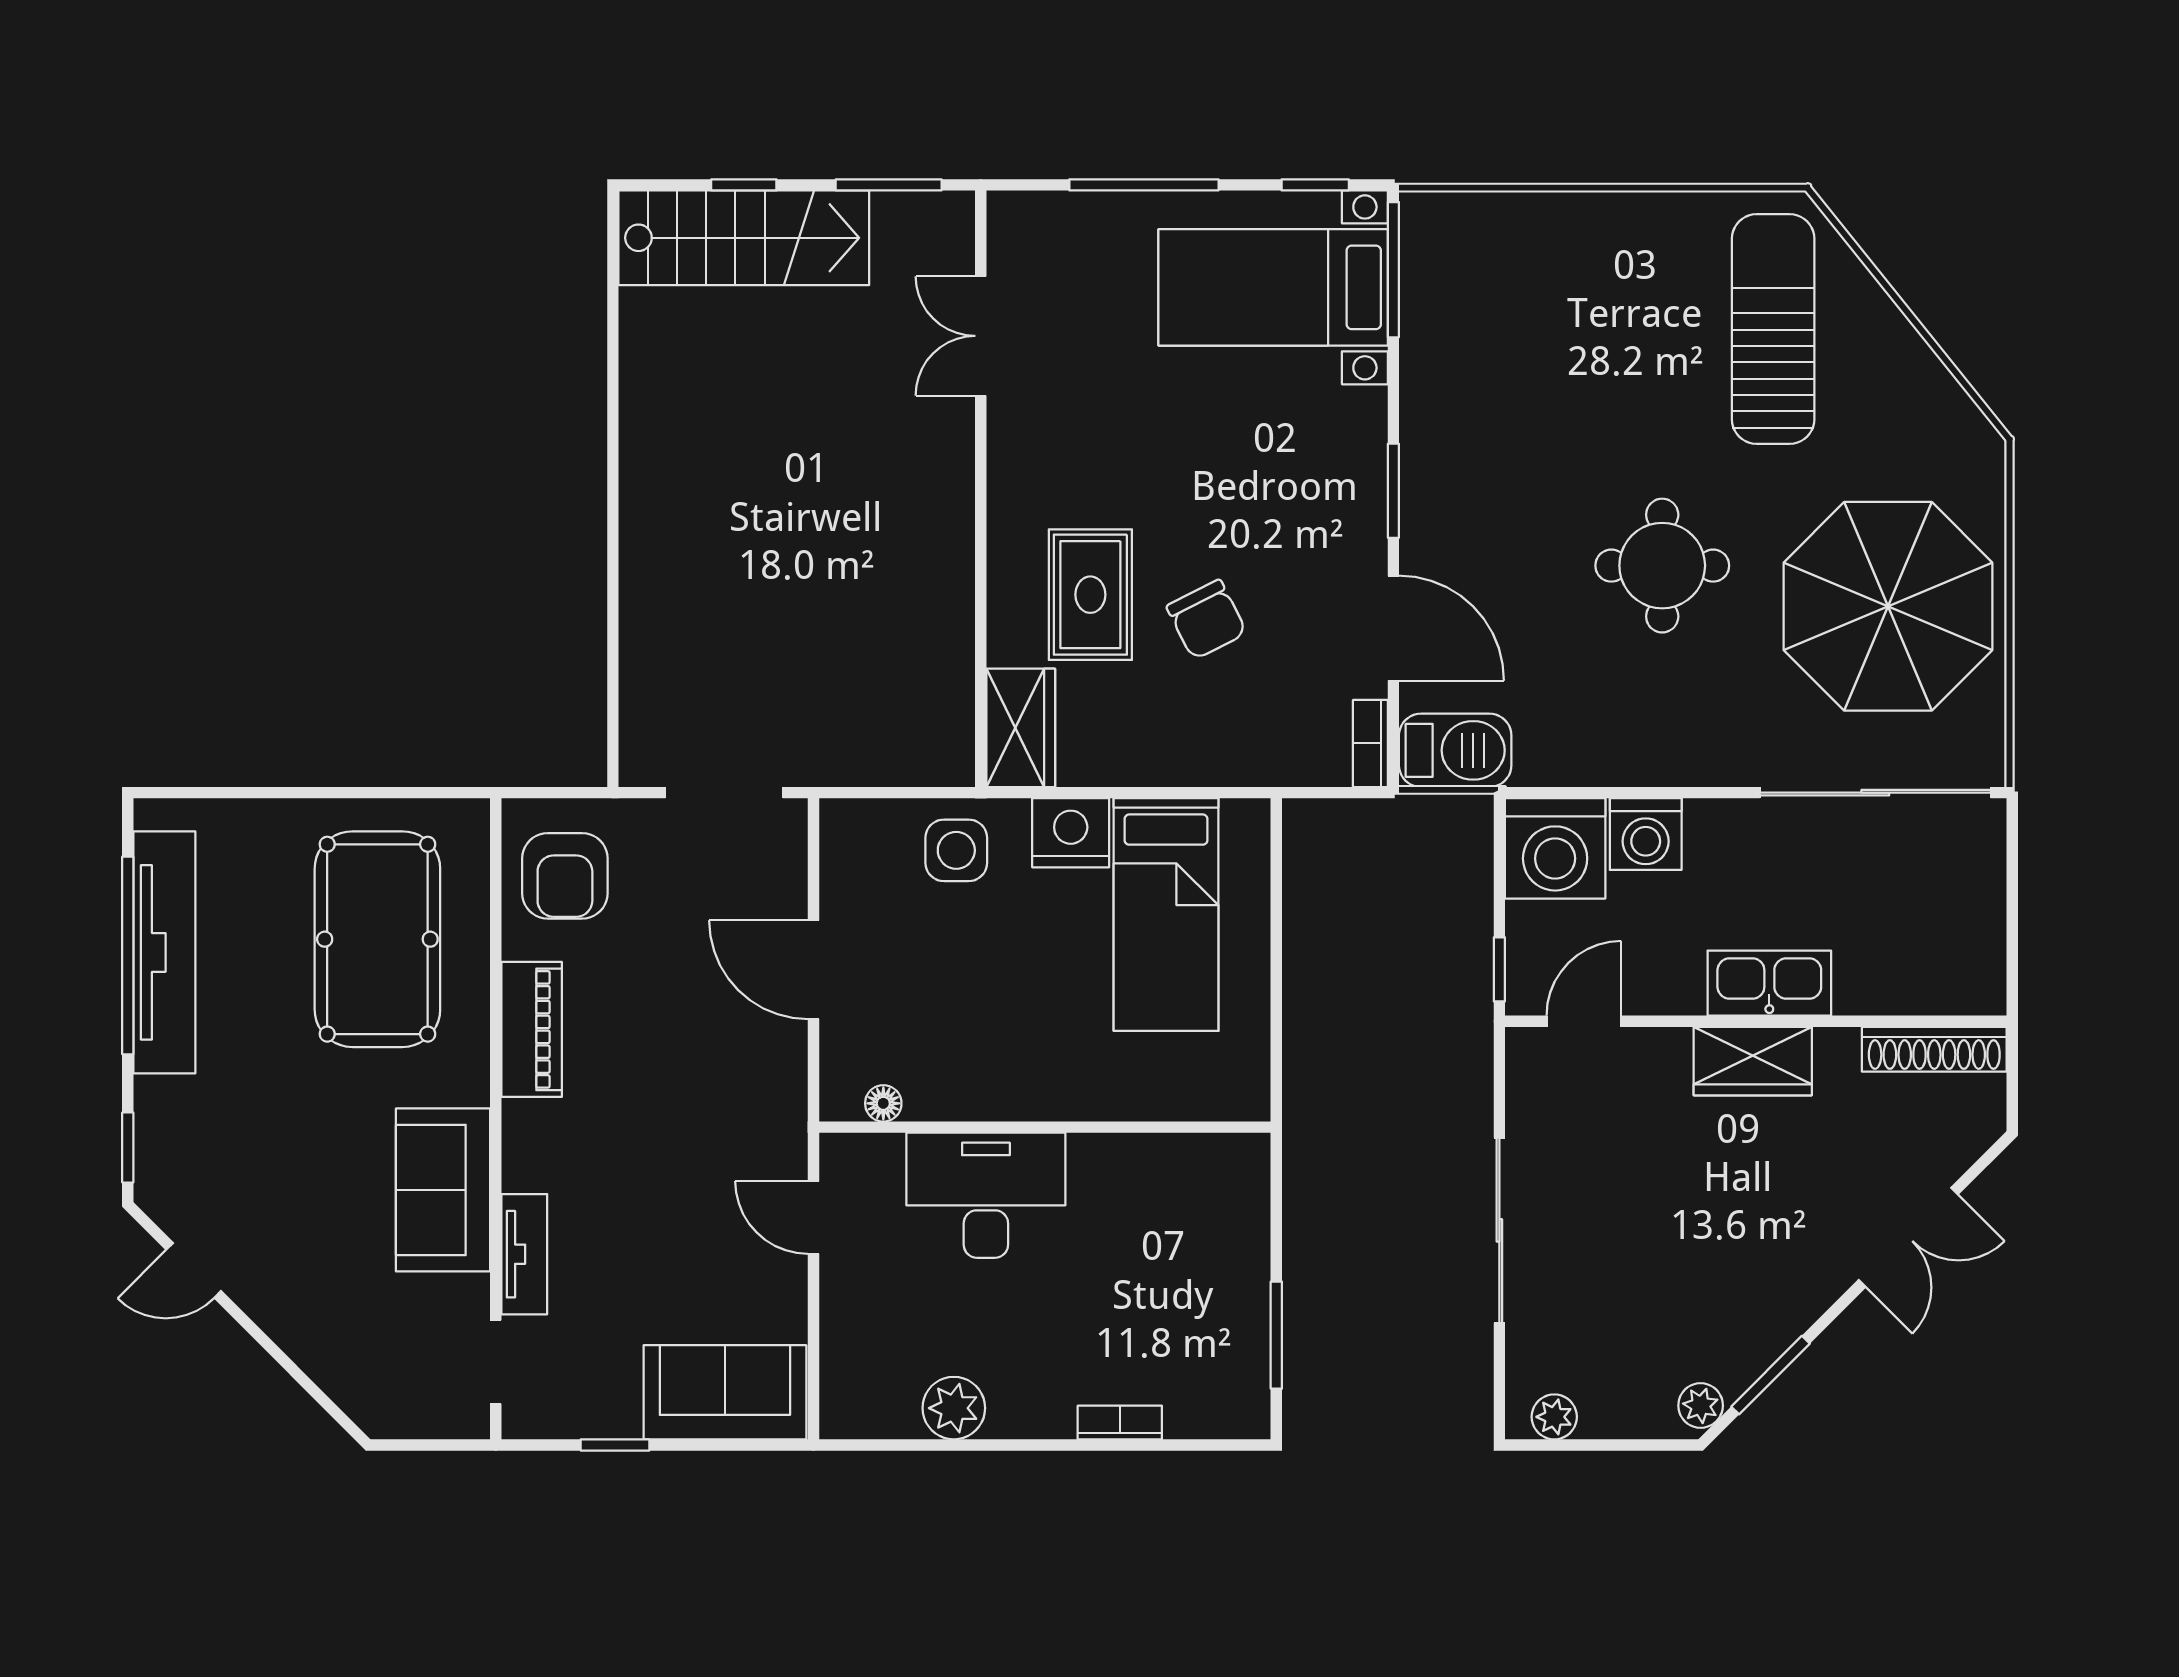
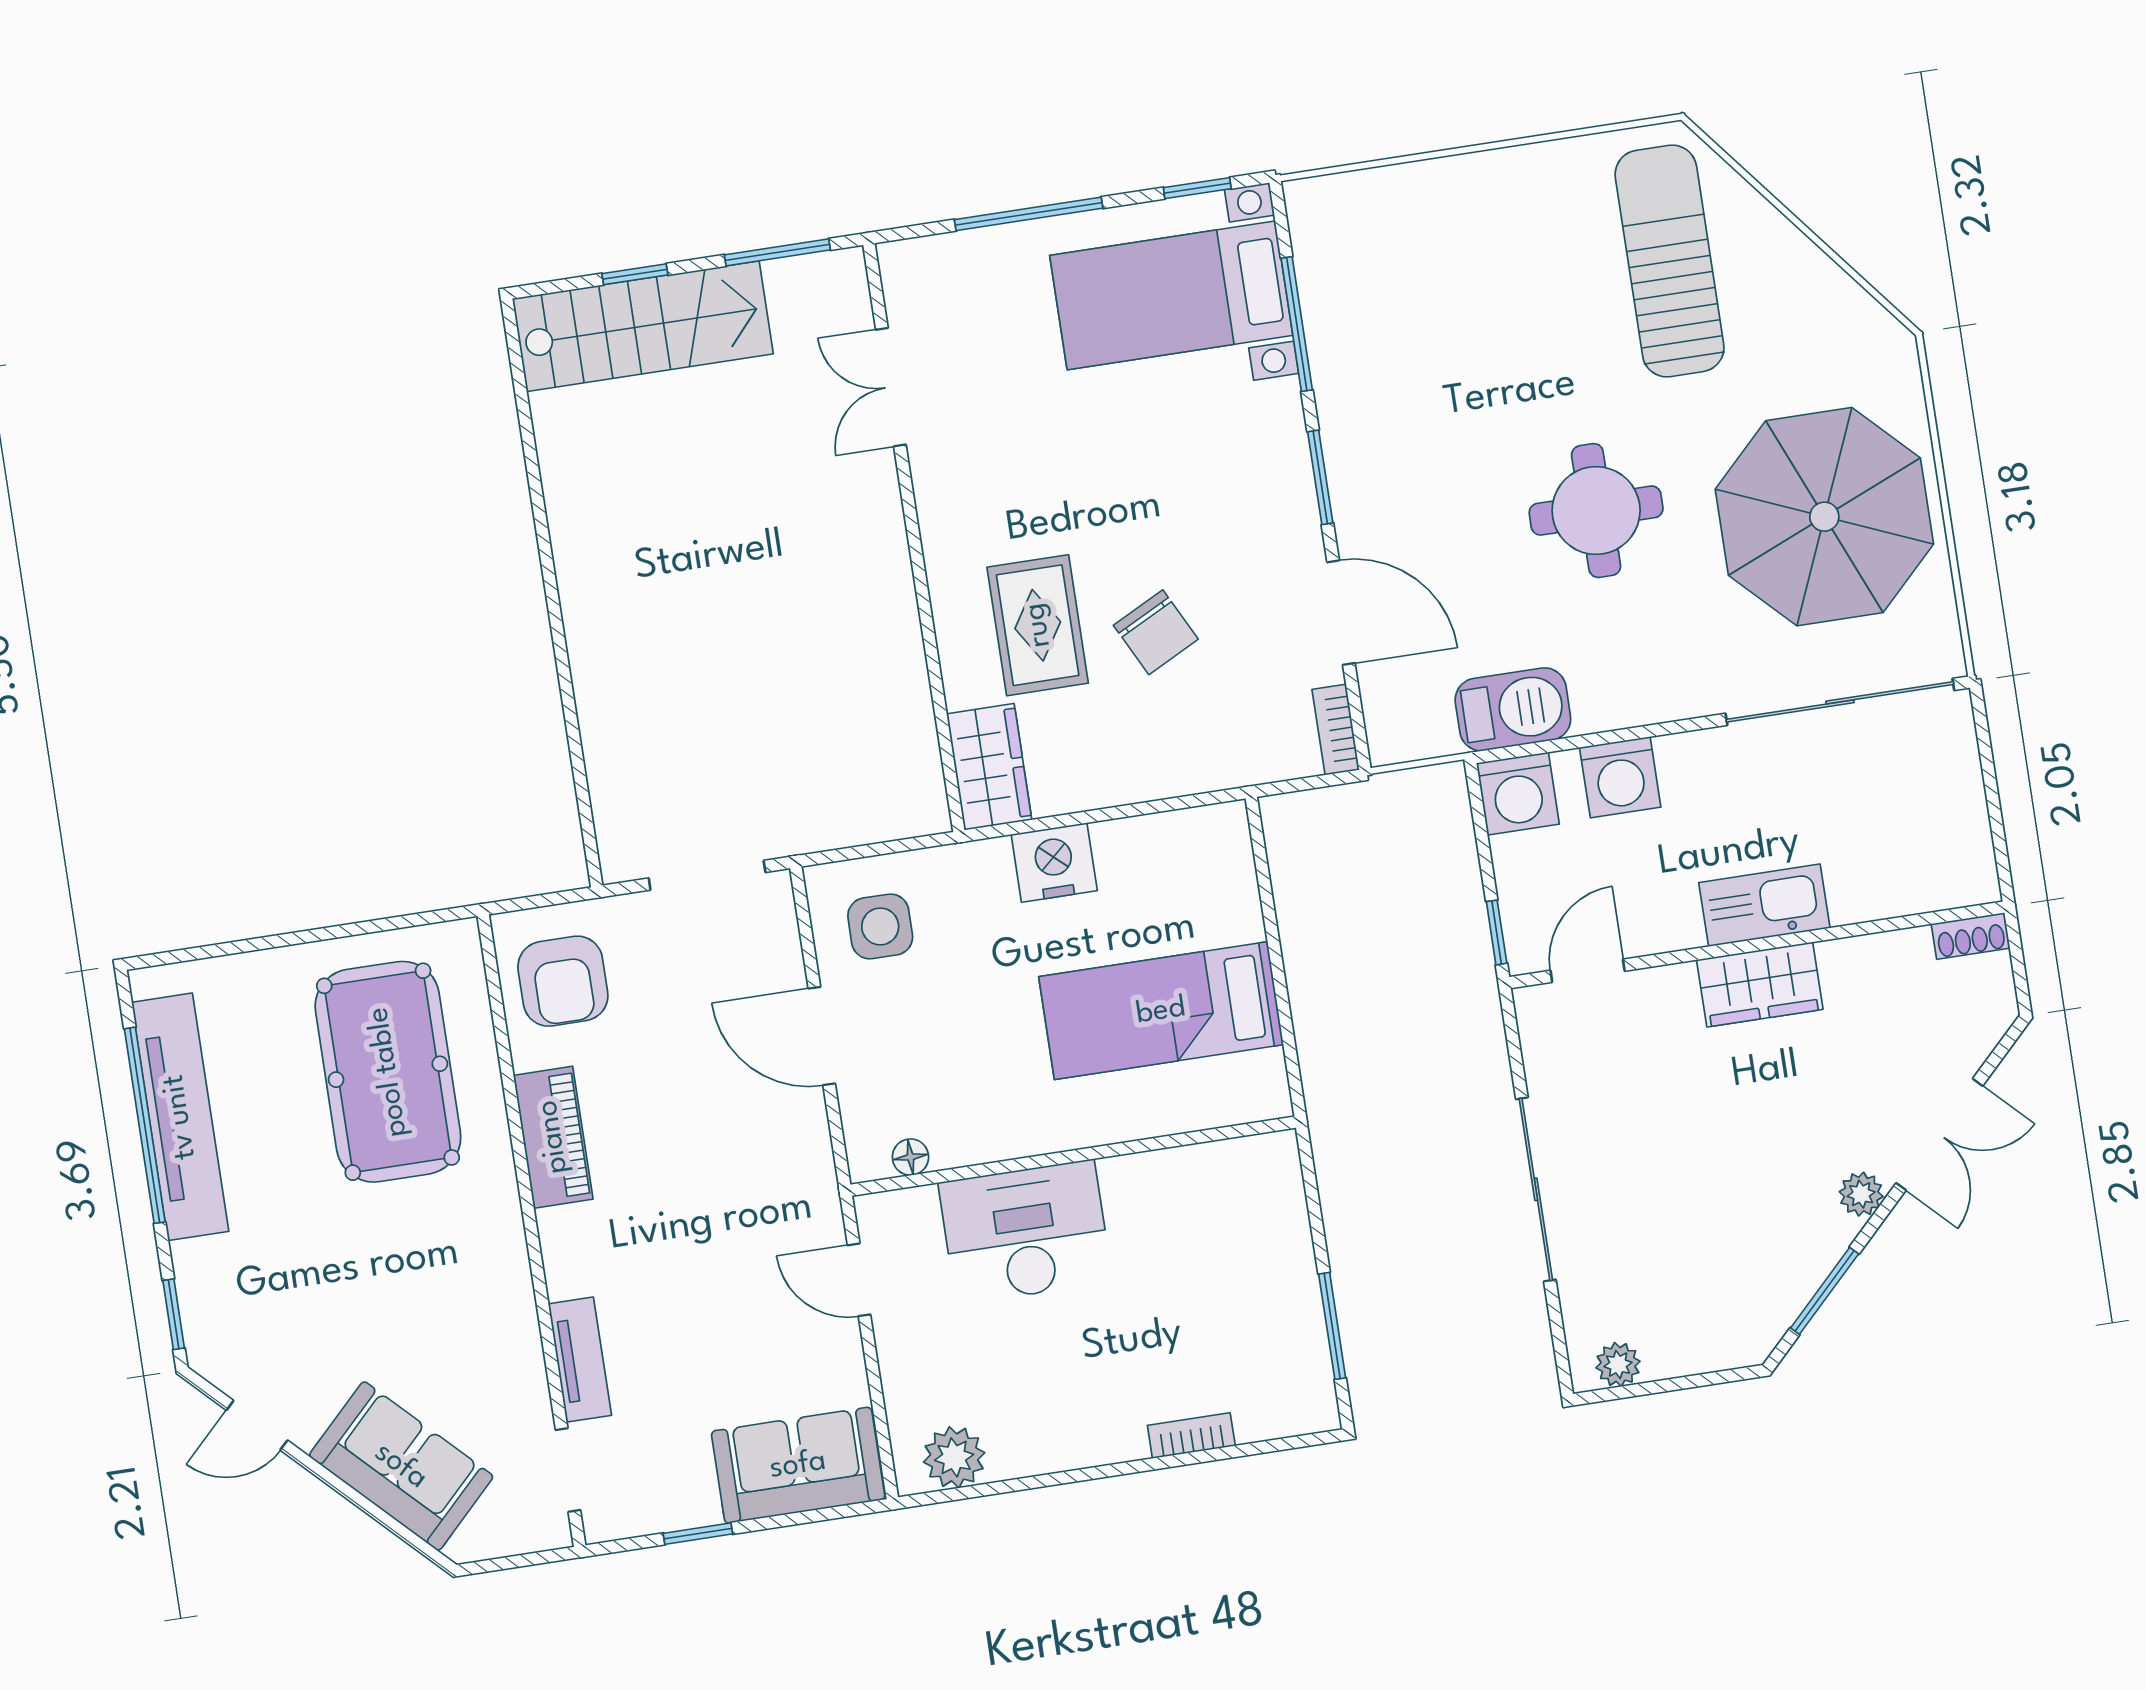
window: (1393, 270) -> (1297, 324), moved
barbecue: (1455, 750) -> (1513, 709), moved
washing machine: (1555, 848) -> (1518, 794), width x0.73, depth x0.73
side table: (956, 850) -> (880, 926), moved
bed: (1166, 915) -> (1161, 1011), moved, turned 90
shoe rack: (1934, 1049) -> (1971, 936), width x0.51, depth x0.81
sofa: (443, 1190) -> (401, 1466), moved, turned 135
plant: (1701, 1406) -> (1861, 1194), moved
plant: (954, 1408) -> (954, 1457), moved

